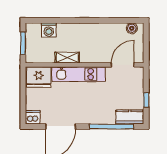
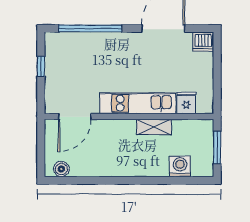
fridge: (39, 77) -> (186, 103), width x0.53, depth x0.75
kitchen counter: (130, 117) -> (64, 42), removed

